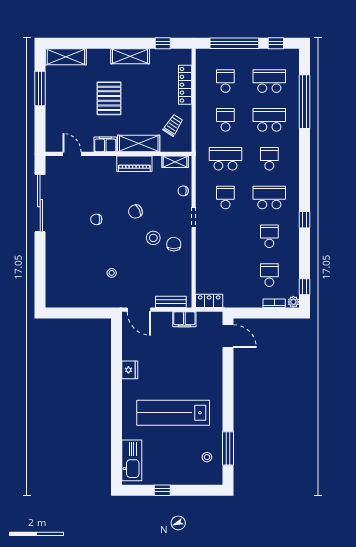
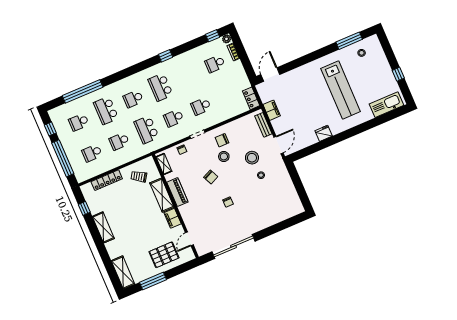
school desk: (269, 81) -> (79, 122), width x0.54
pallet: (109, 98) -> (164, 255), moved
school desk: (269, 236) -> (201, 106), moved
stool: (137, 271) -> (252, 158), added

